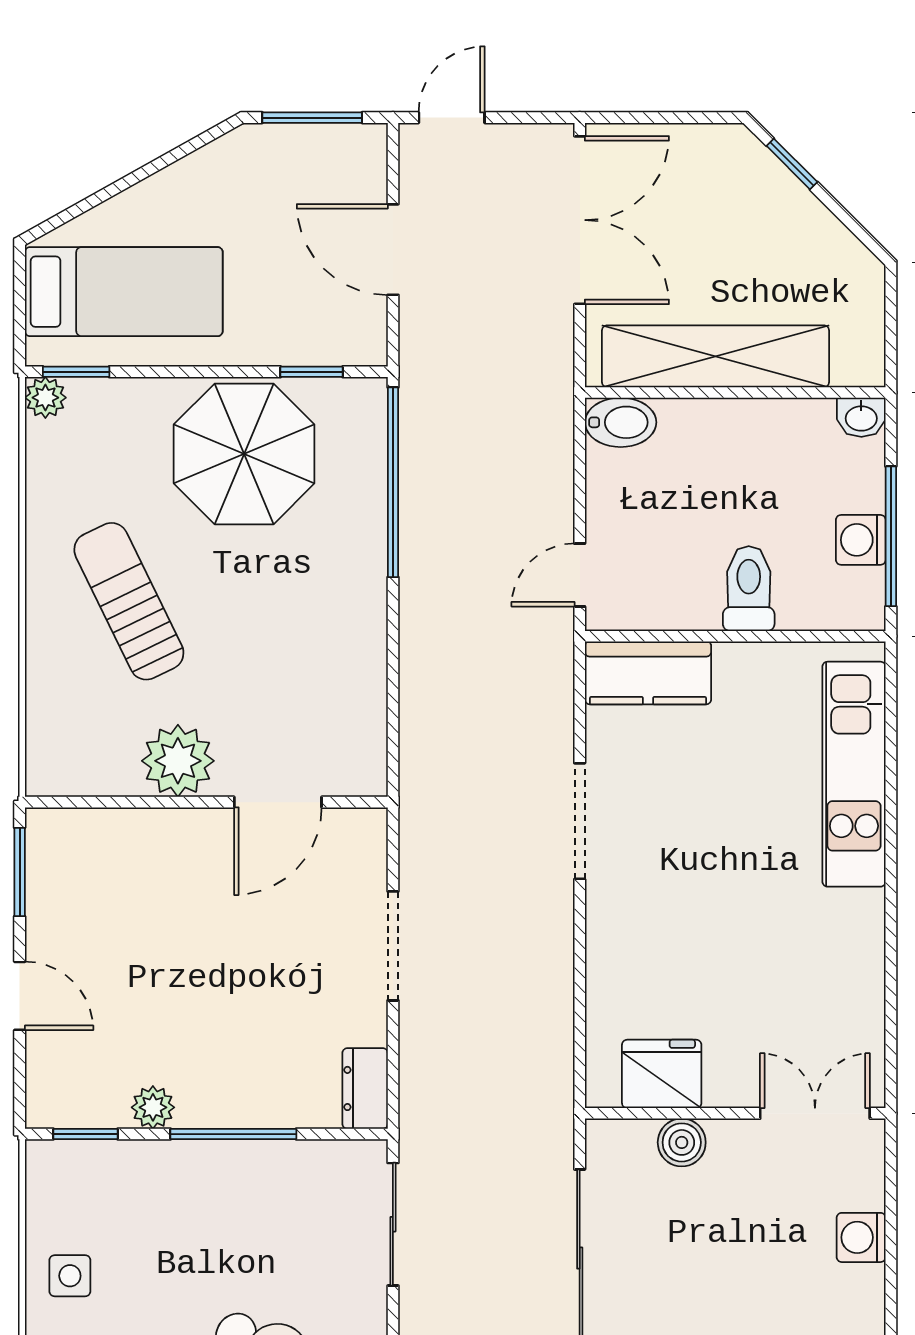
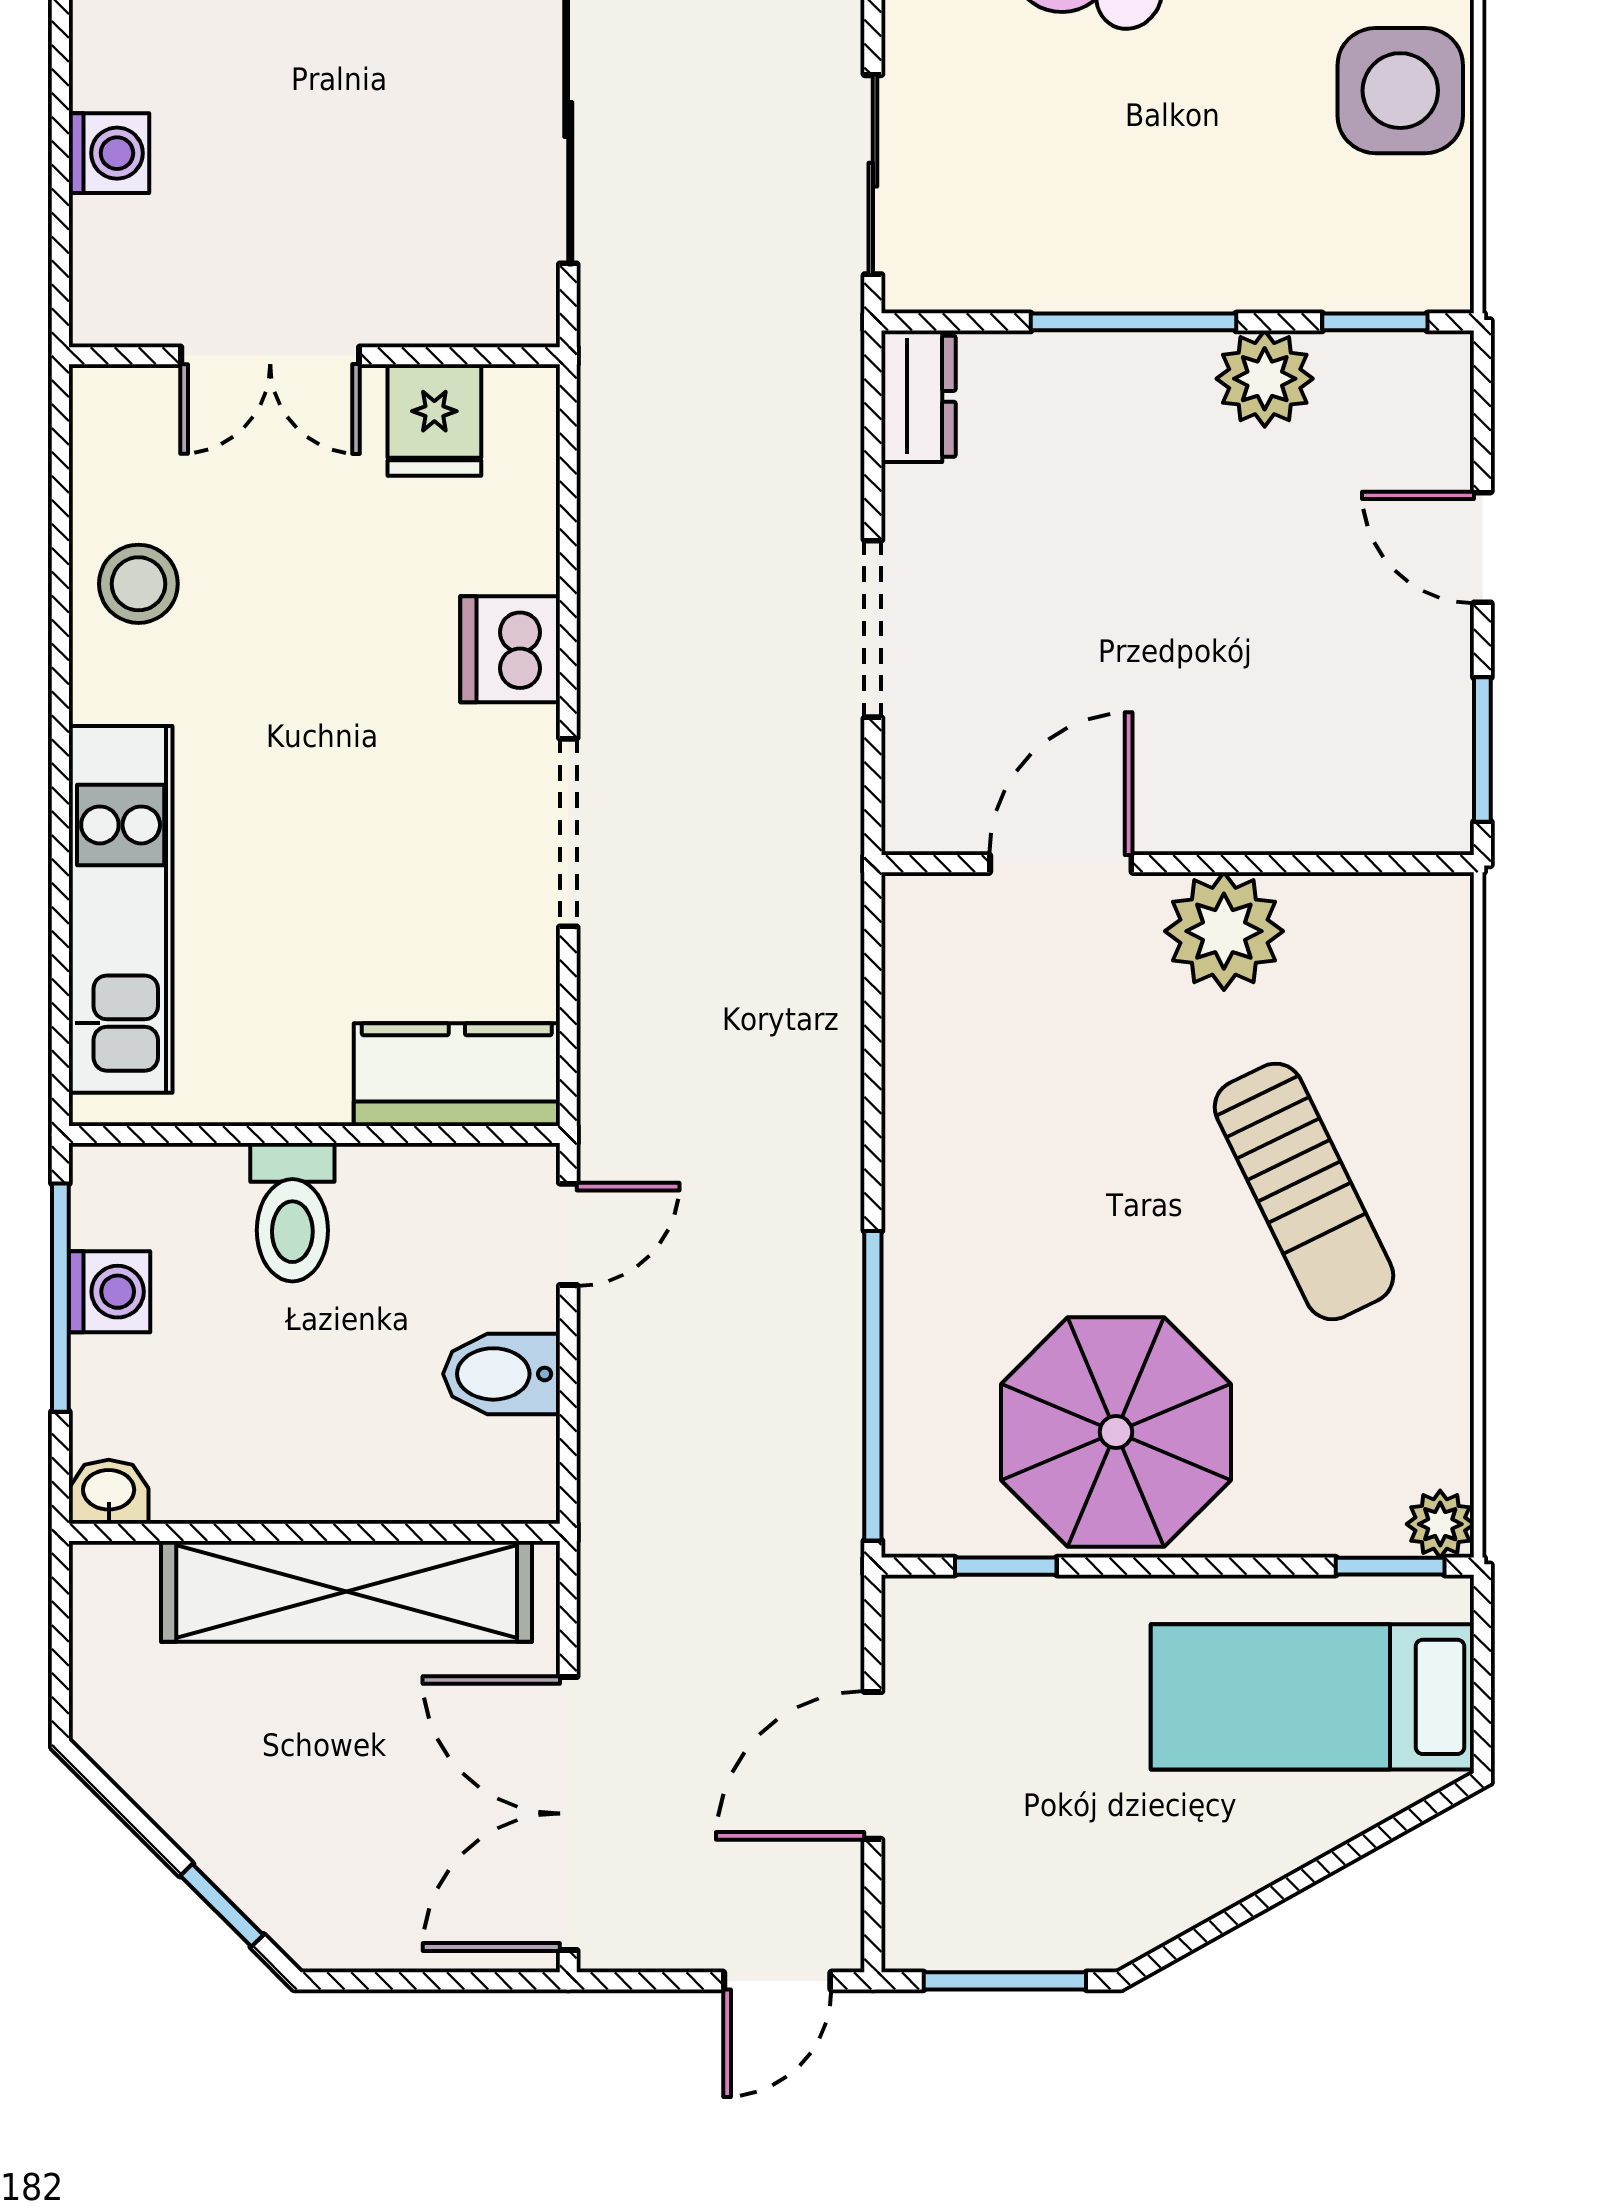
door: (393, 250) -> (873, 1765), swing flipped
bidet: (621, 422) -> (501, 1374), moved
dishwasher: (615, 934) -> (510, 649), added
stool: (843, 974) -> (138, 584), added
fridge: (662, 1074) -> (434, 420), width x0.72
plant: (153, 1107) -> (1265, 379), width x1.38, depth x1.38
double door: (815, 1113) -> (270, 356), moved
boiler: (682, 1142) -> (402, 308), removed
side table: (70, 1276) -> (1400, 91), width x1.87, depth x1.87

